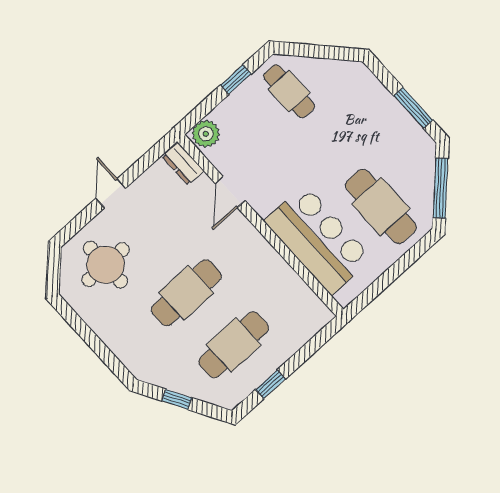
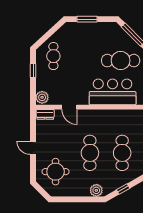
cafe table: (289, 91) -> (53, 56), turned 90
window: (413, 108) -> (87, 19), moved
plant: (135, 358) -> (96, 190), added

